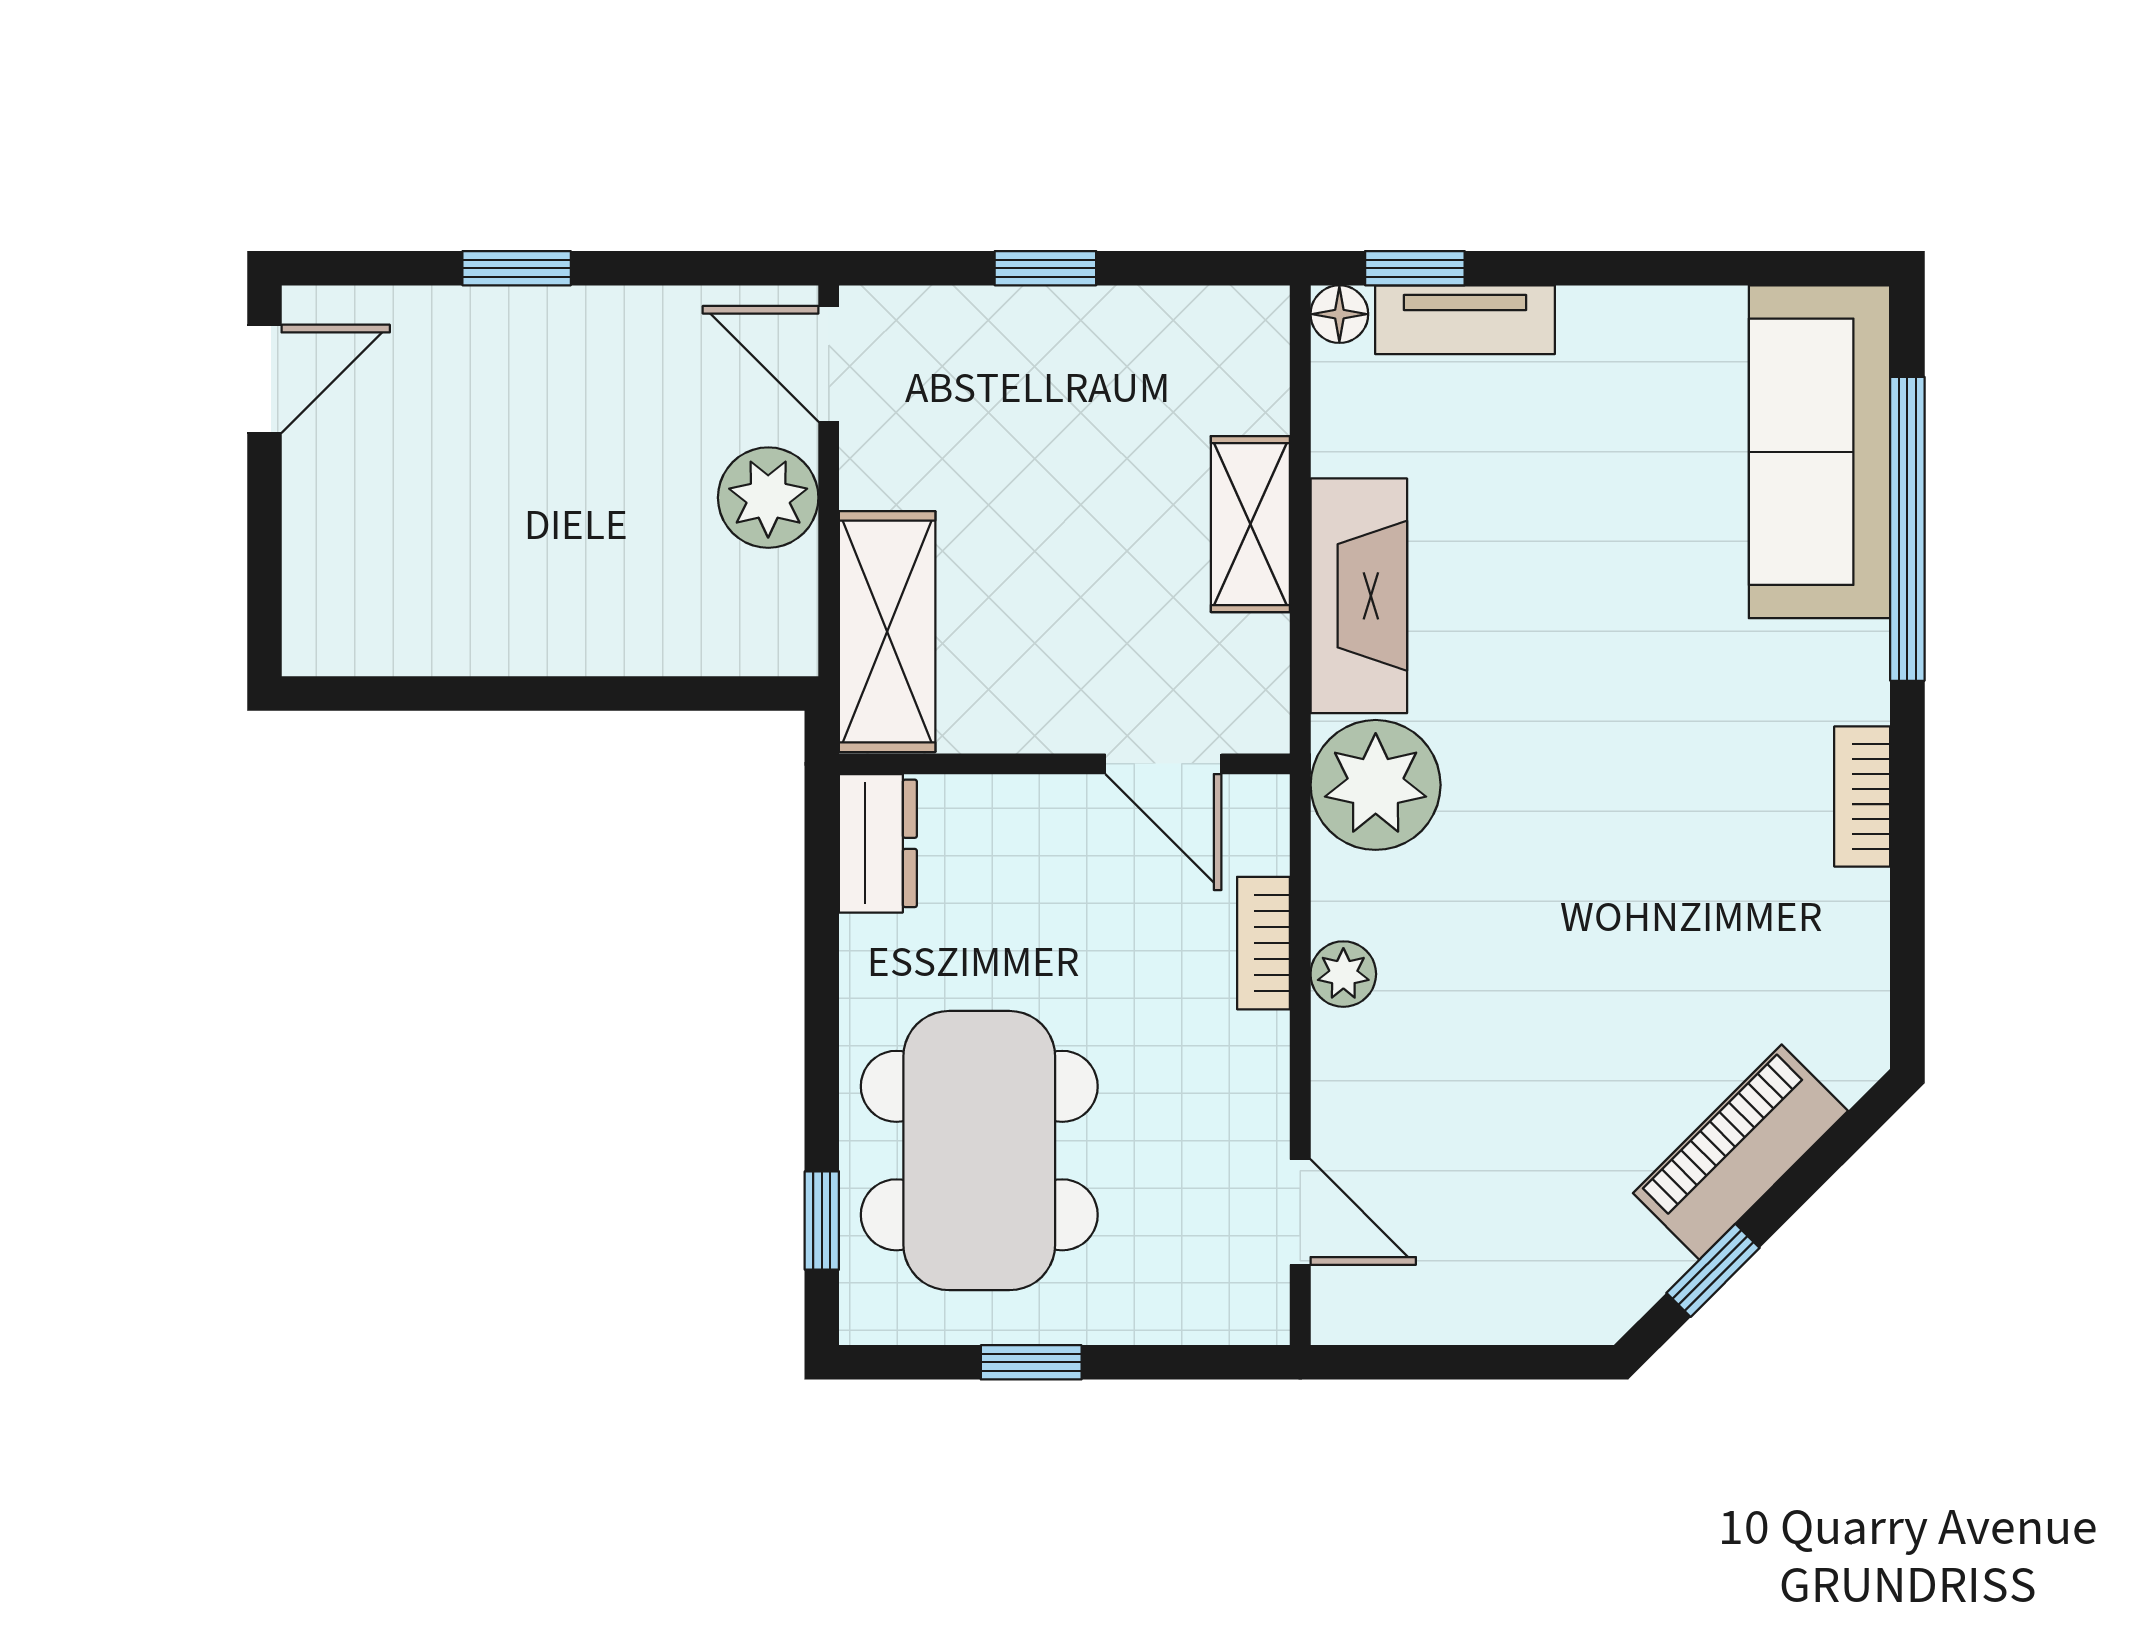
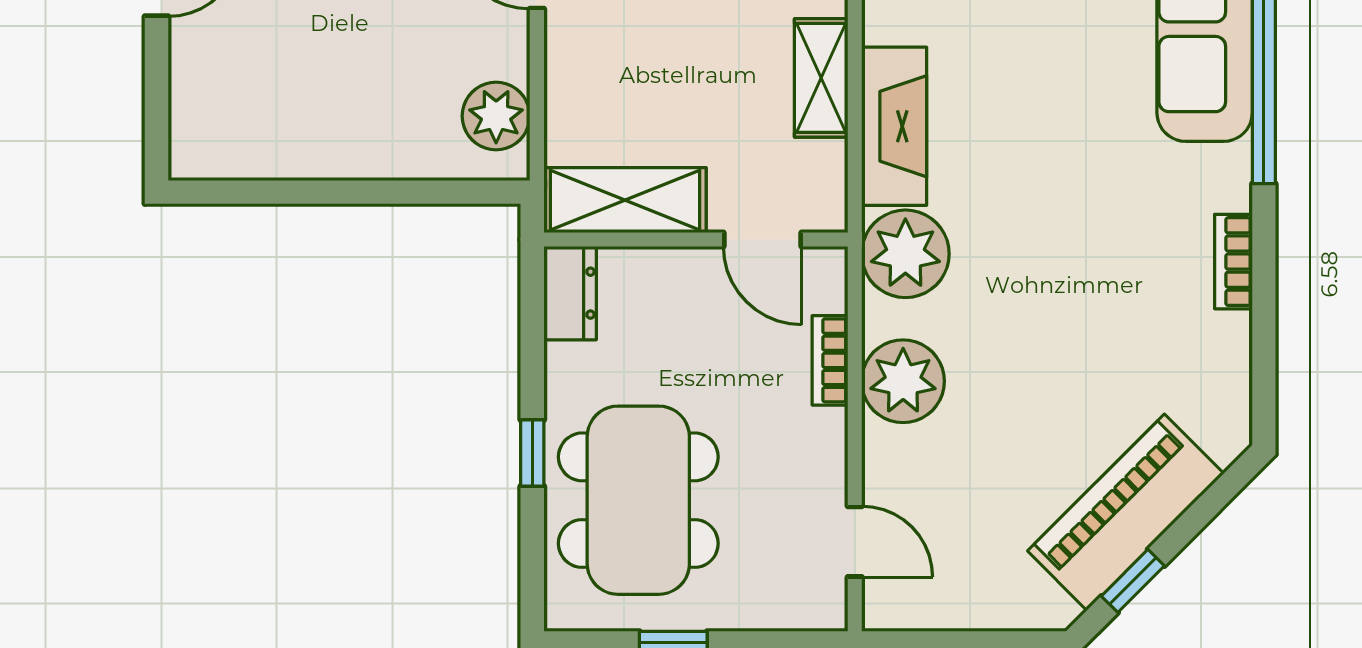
plant: (768, 498) -> (496, 116), moved
shelving: (887, 632) -> (625, 200), moved, turned 90
plant: (1343, 974) -> (903, 381), width x1.88, depth x1.88
piano: (1740, 1152) -> (1126, 512), width x1.37, depth x1.33
window: (822, 1221) -> (532, 453), moved

